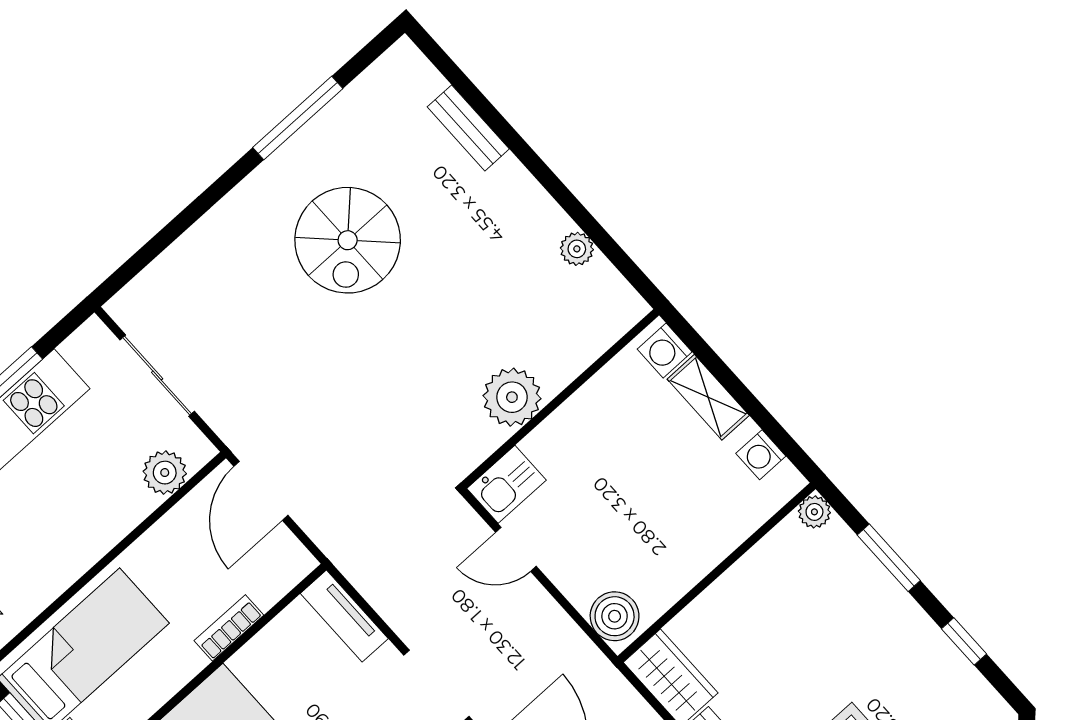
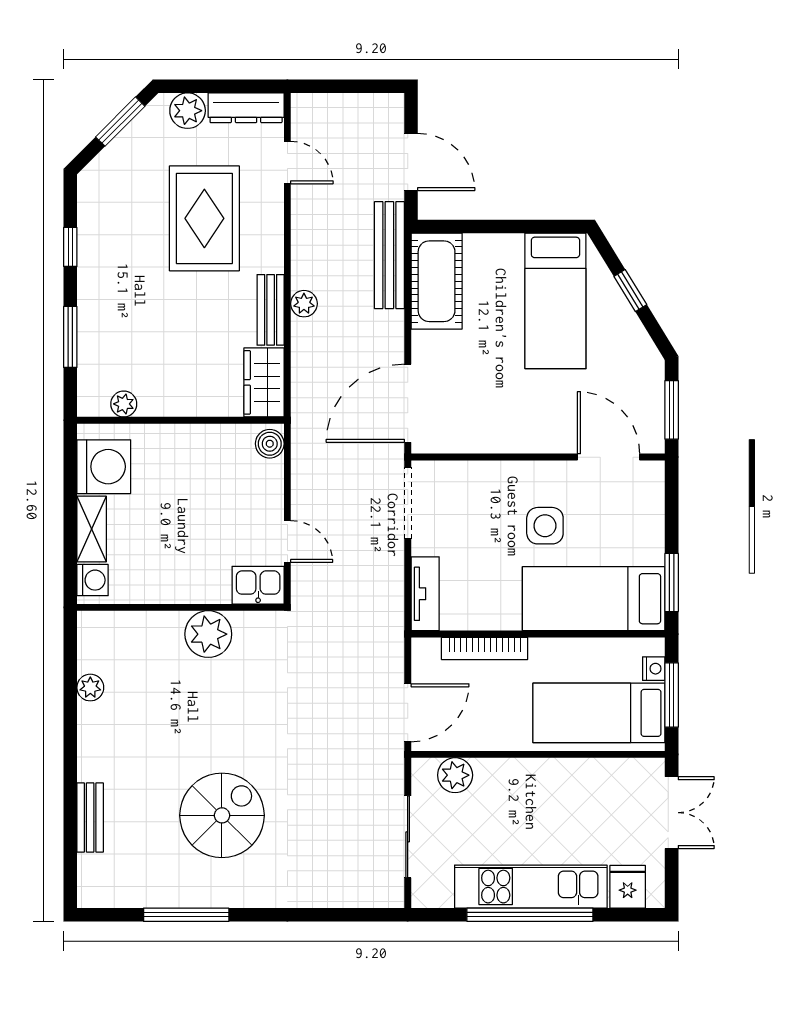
washing machine: (761, 455) -> (104, 467), width x1.89, depth x1.89
plant: (814, 512) -> (124, 404), moved
boiler: (615, 616) -> (270, 444), width x0.73, depth x0.73
bookcase: (229, 628) -> (485, 648), width x1.56

